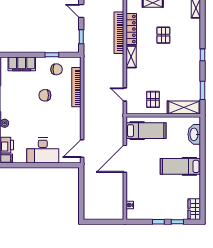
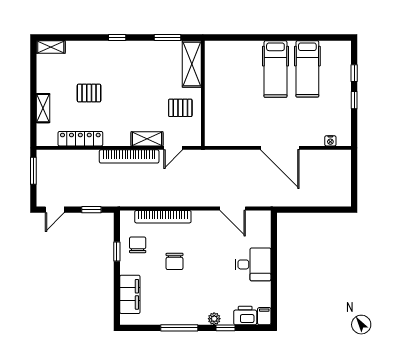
bookcase: (119, 33) -> (129, 156), moved
shelving: (131, 57) -> (147, 139), moved
hospital bed: (146, 131) -> (307, 69), moved, turned 180
washbasin: (194, 134) -> (230, 49), removed
door: (82, 149) -> (233, 208), moved
desk: (43, 151) -> (253, 264), width x0.73
door: (125, 159) -> (280, 148), moved
wardrobe: (194, 209) -> (336, 49), removed

